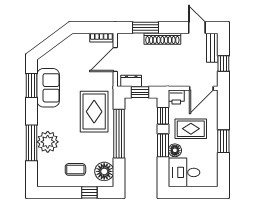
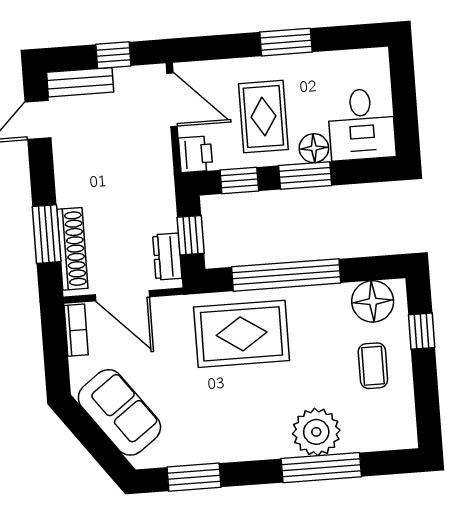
shoe rack: (162, 39) -> (72, 249), moved
sofa: (48, 88) -> (119, 412), moved, turned 53

